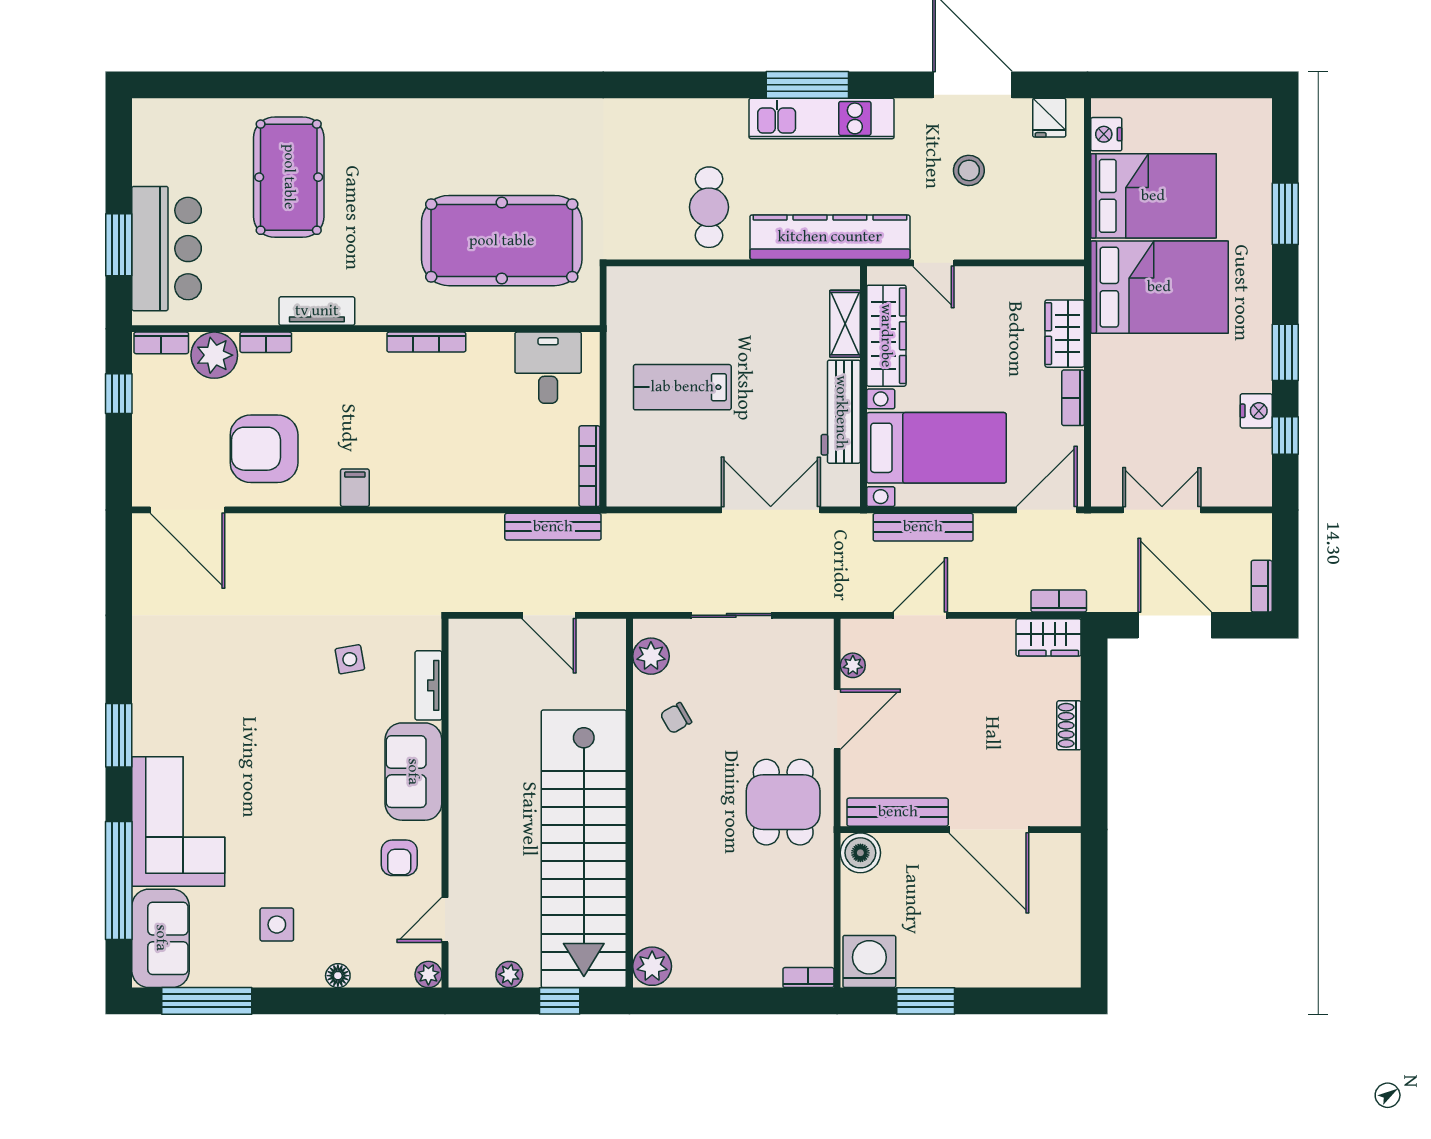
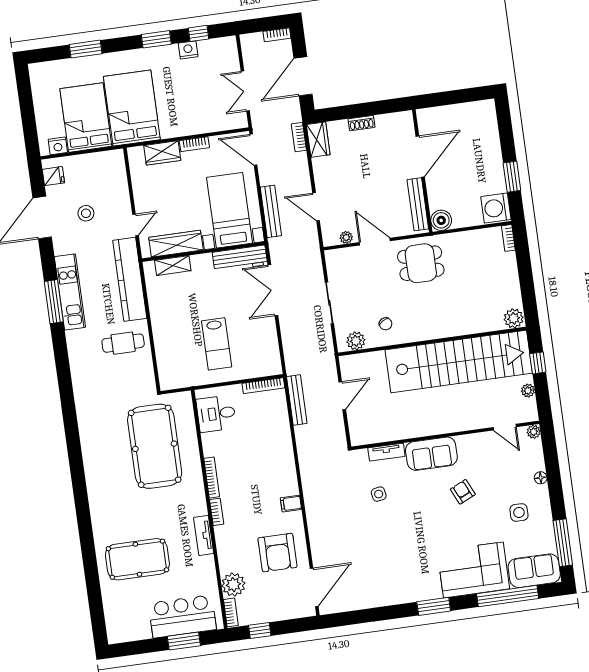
bookcase: (266, 342) -> (217, 512), moved
workbench: (841, 412) -> (240, 258), moved
armchair: (399, 858) -> (463, 492), moved, turned -115

